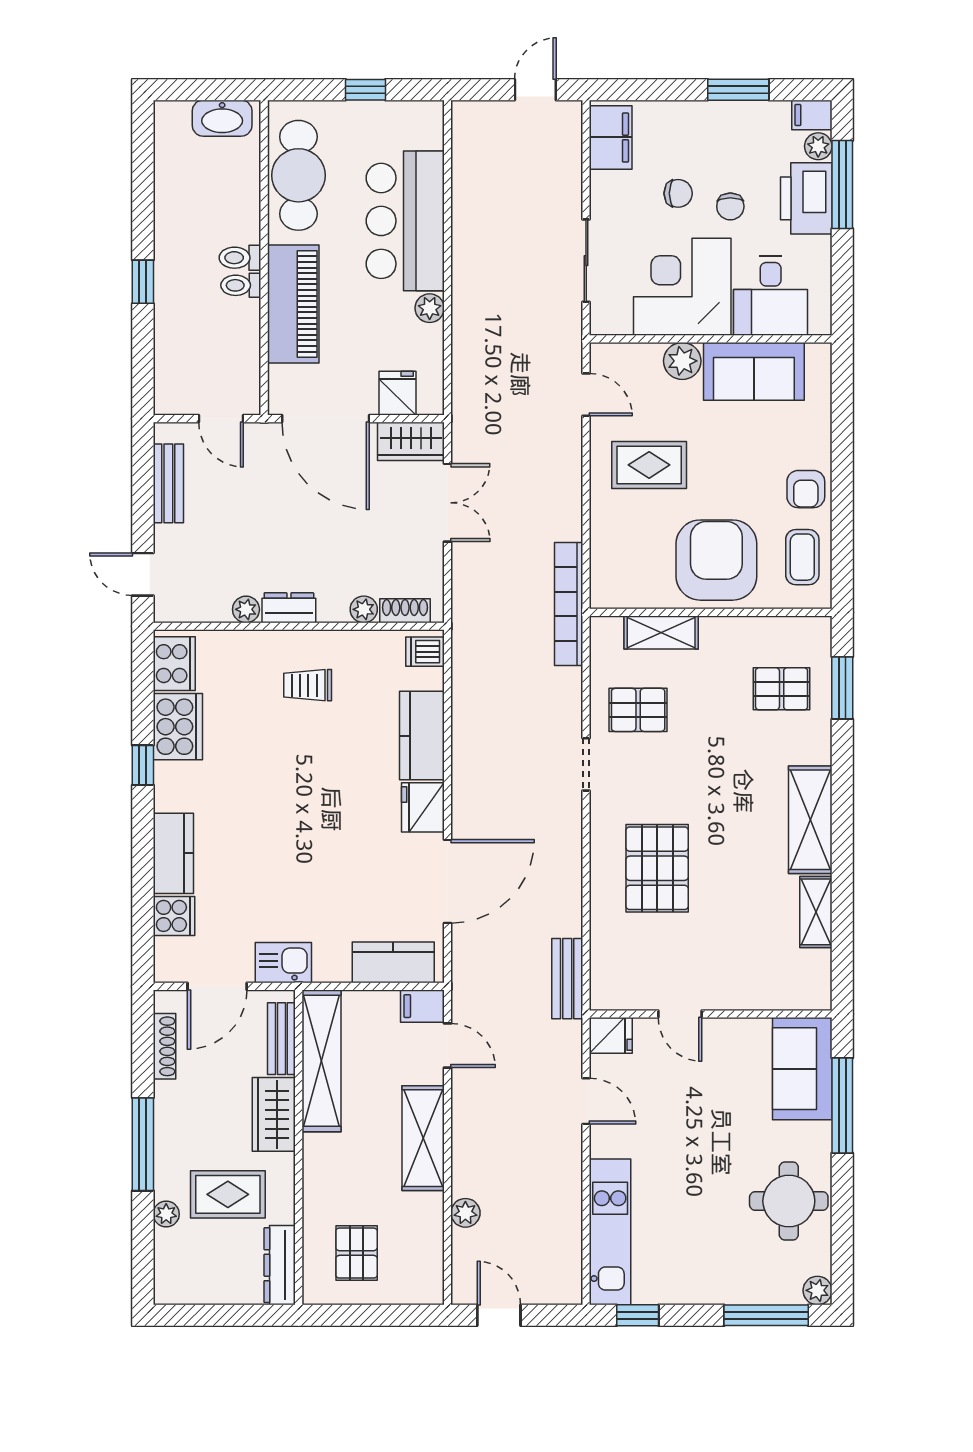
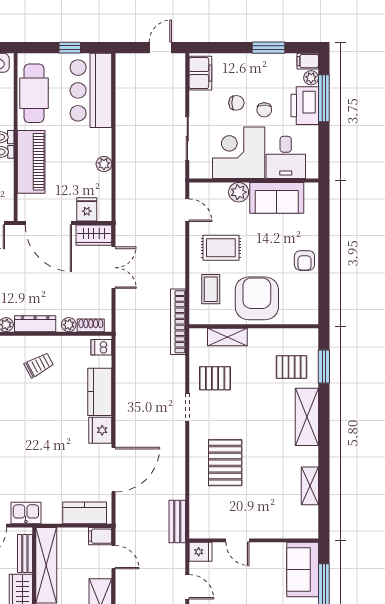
bar counter: (405, 221) -> (91, 90), moved
coffee table: (802, 557) -> (211, 289), moved
dresser: (289, 608) -> (35, 324), width x1.44
trolley: (308, 685) -> (39, 365), turned 152
shelving: (810, 820) -> (307, 417), moved

